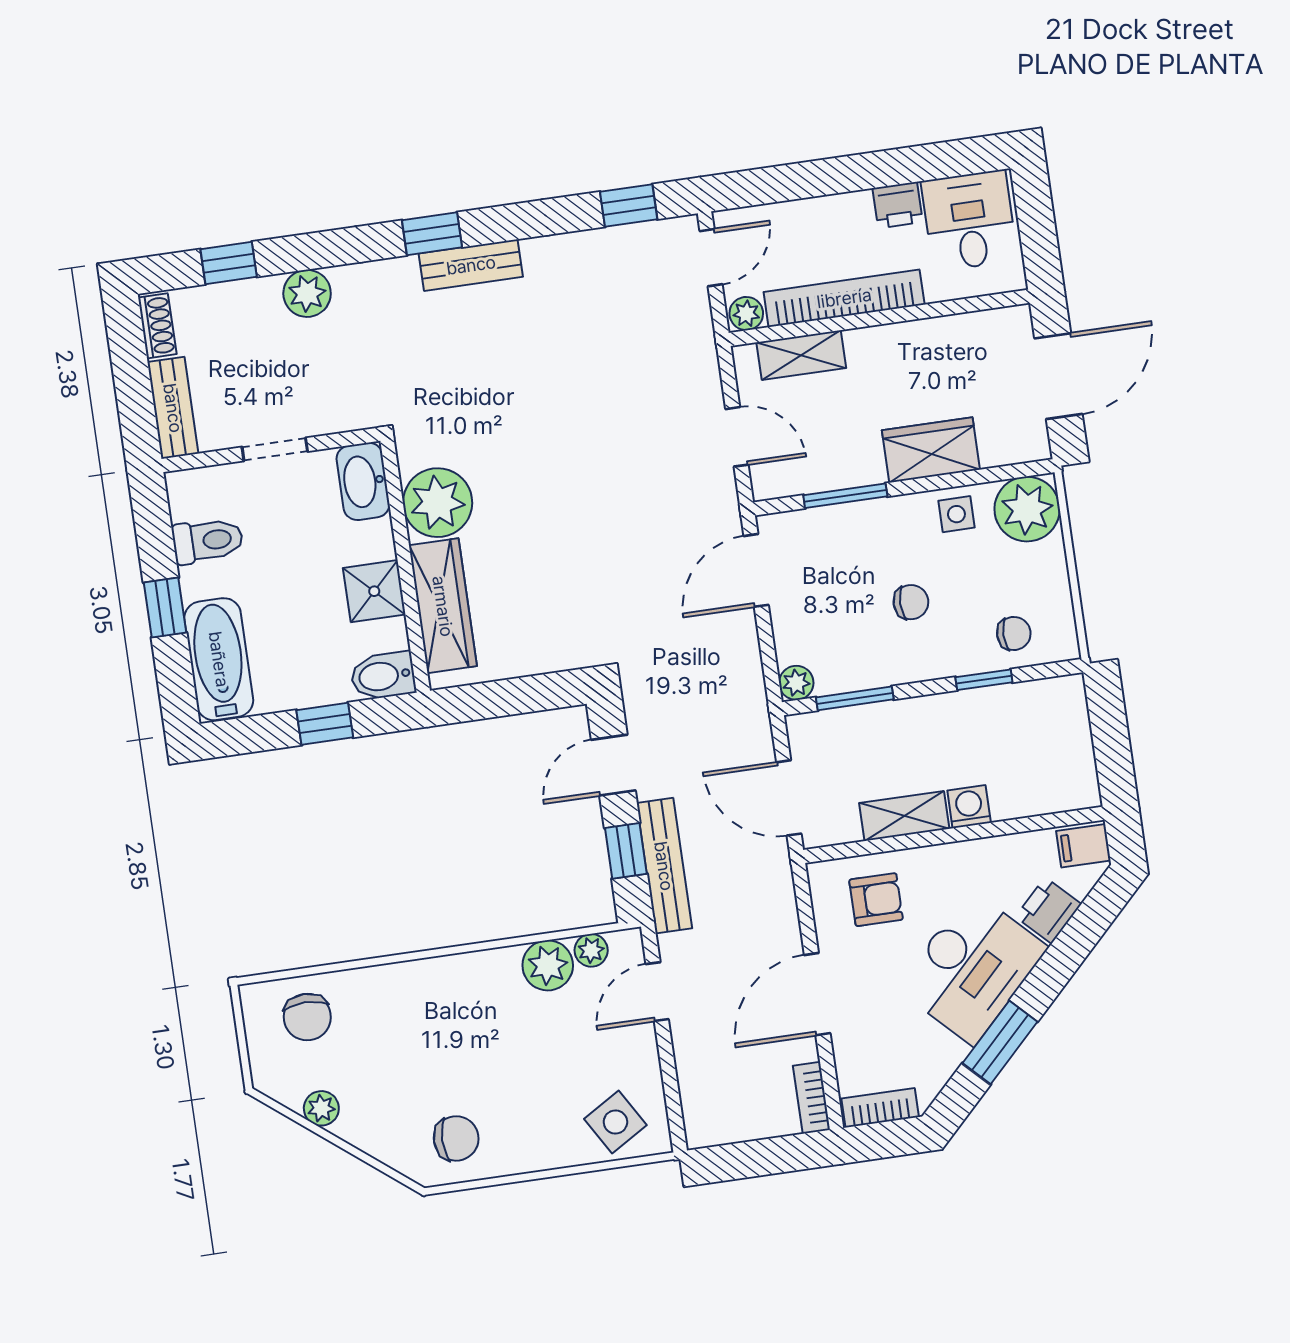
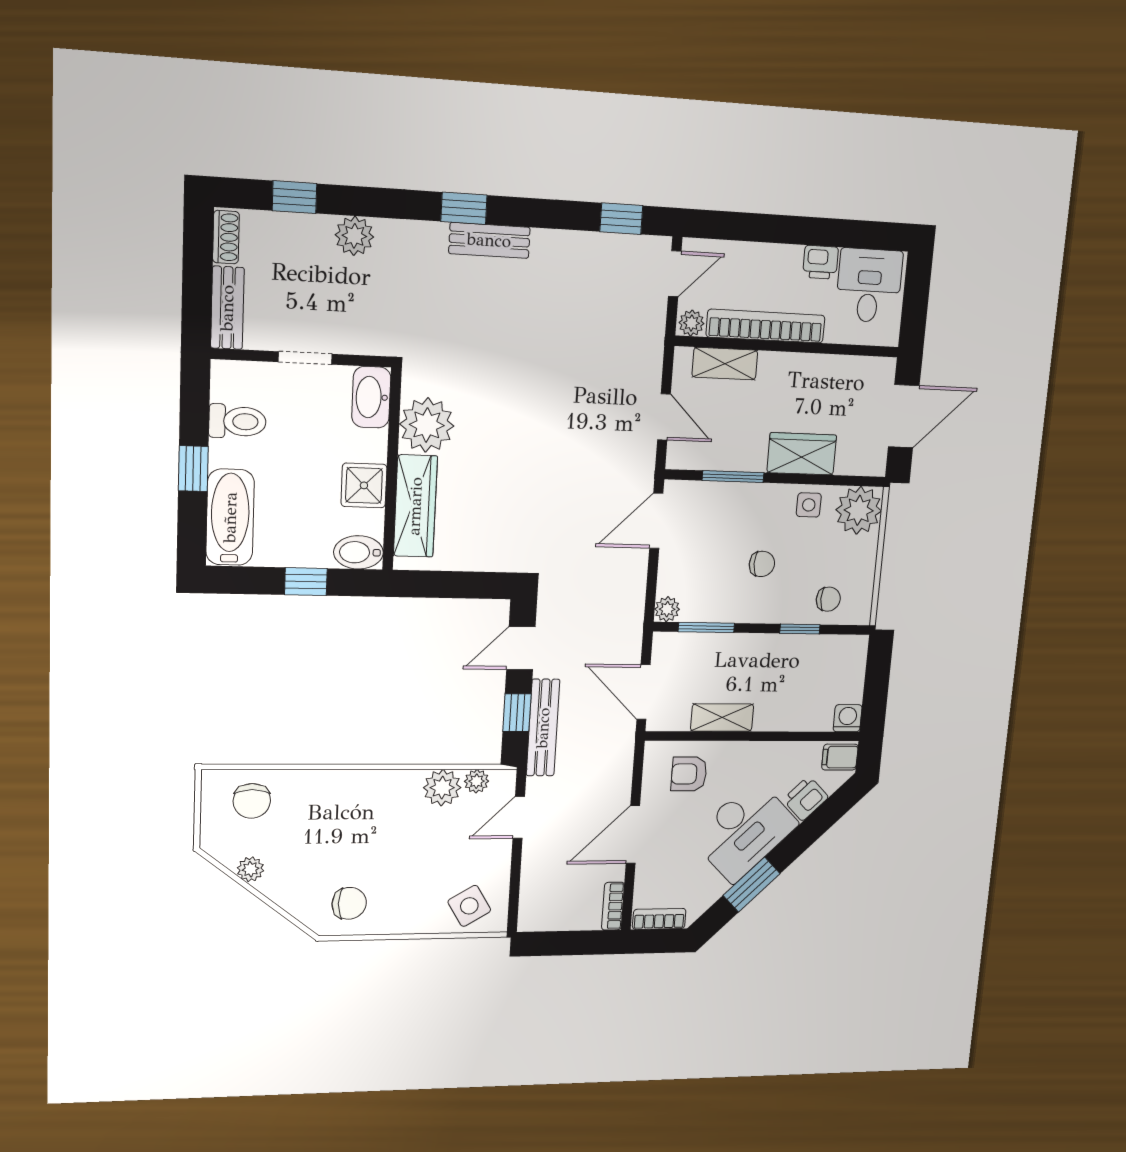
washing machine: (969, 807) -> (848, 718), moved
armchair: (876, 900) -> (689, 774), turned 180

